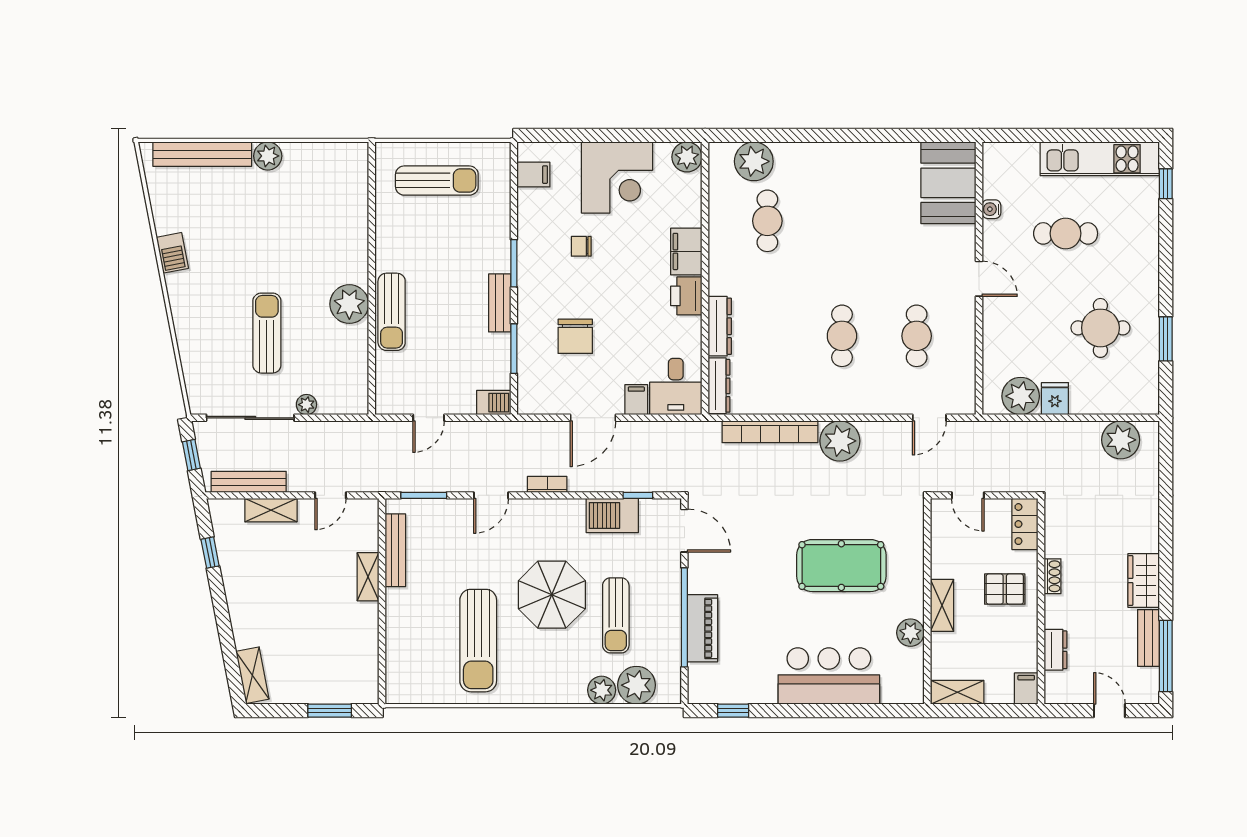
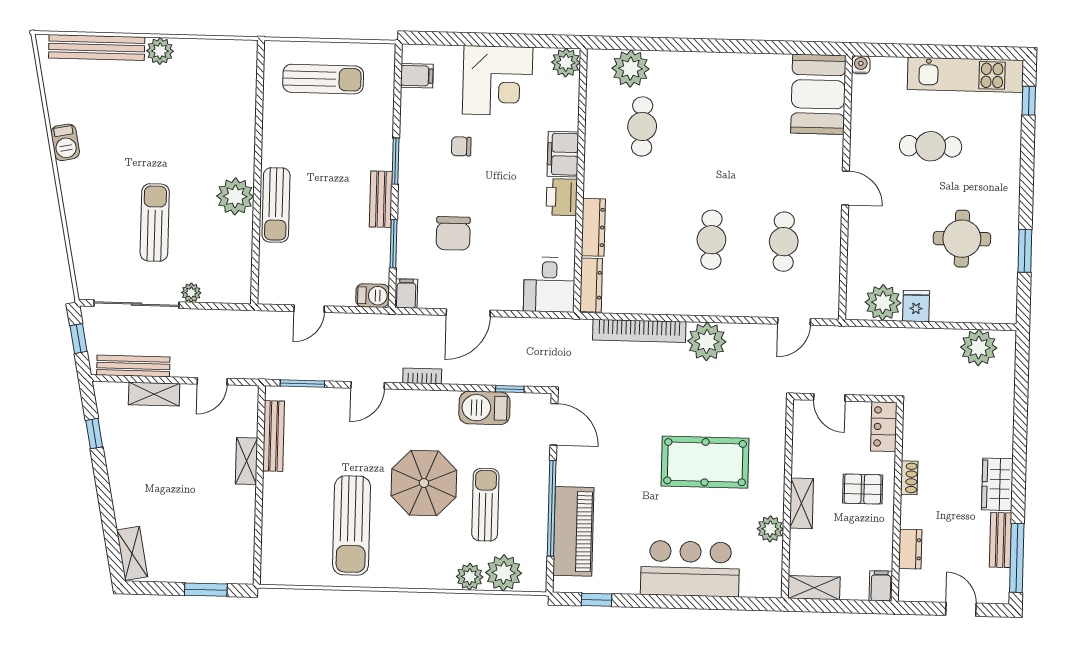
water cooler: (991, 209) -> (861, 65), moved, turned 90
filing cabinet: (636, 400) -> (406, 294), moved
sun lounger: (616, 615) -> (485, 505), turned 180
piano: (703, 628) -> (573, 531), width x1.37, depth x1.33

